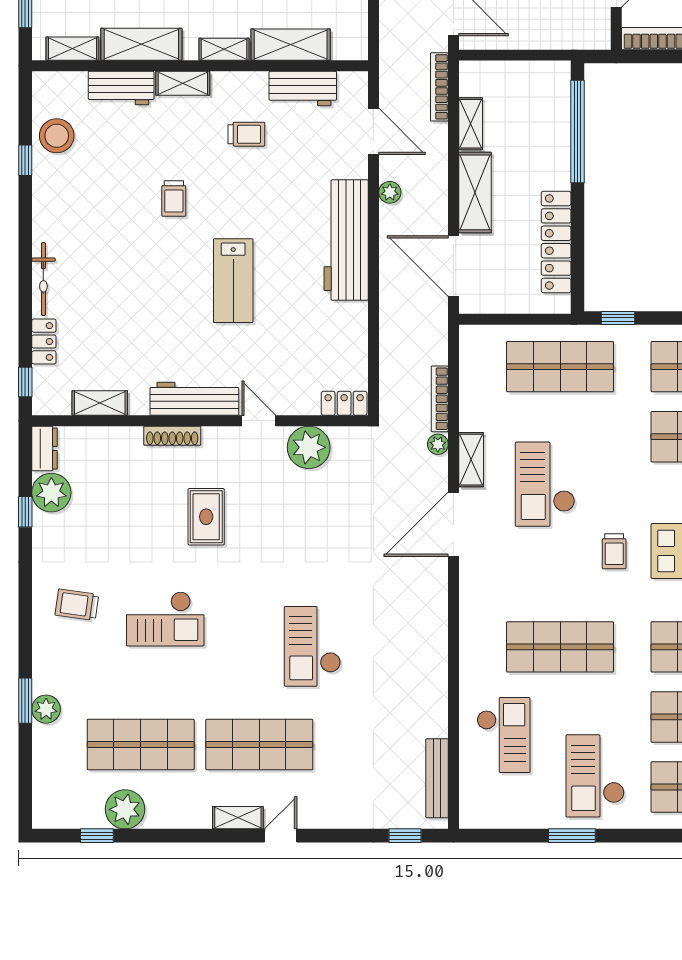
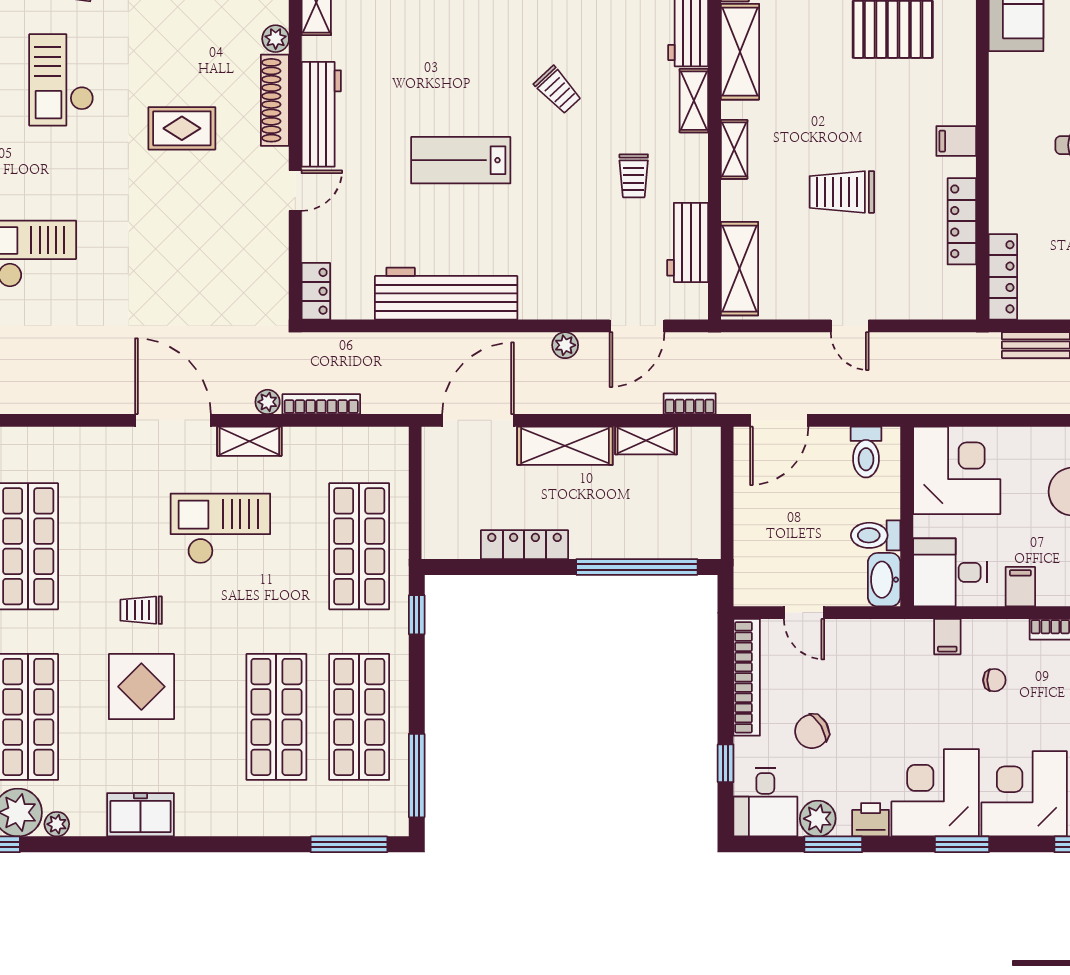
shelving: (291, 45) -> (740, 269), moved
bookcase: (439, 87) -> (690, 404), width x0.64
trolley: (174, 199) -> (558, 90), turned -133
workbench: (346, 240) -> (446, 294), moved
locker: (556, 242) -> (524, 545), width x0.71, depth x0.83
shoe rack: (172, 436) -> (275, 100), width x1.36, depth x1.24
plant: (309, 447) -> (276, 39), moved, width x0.53, depth x0.53

